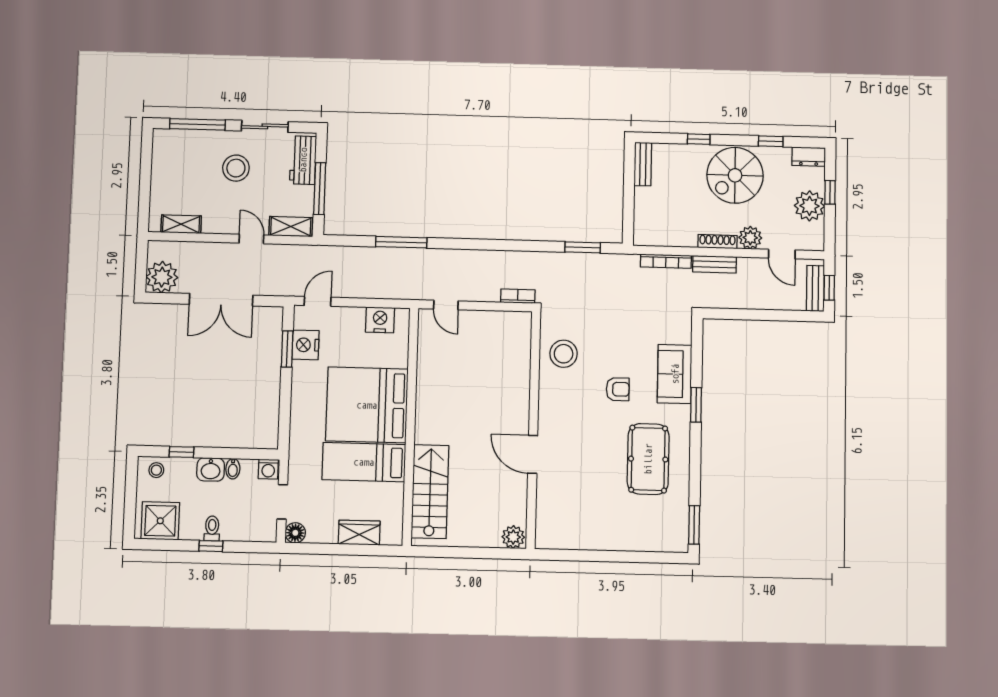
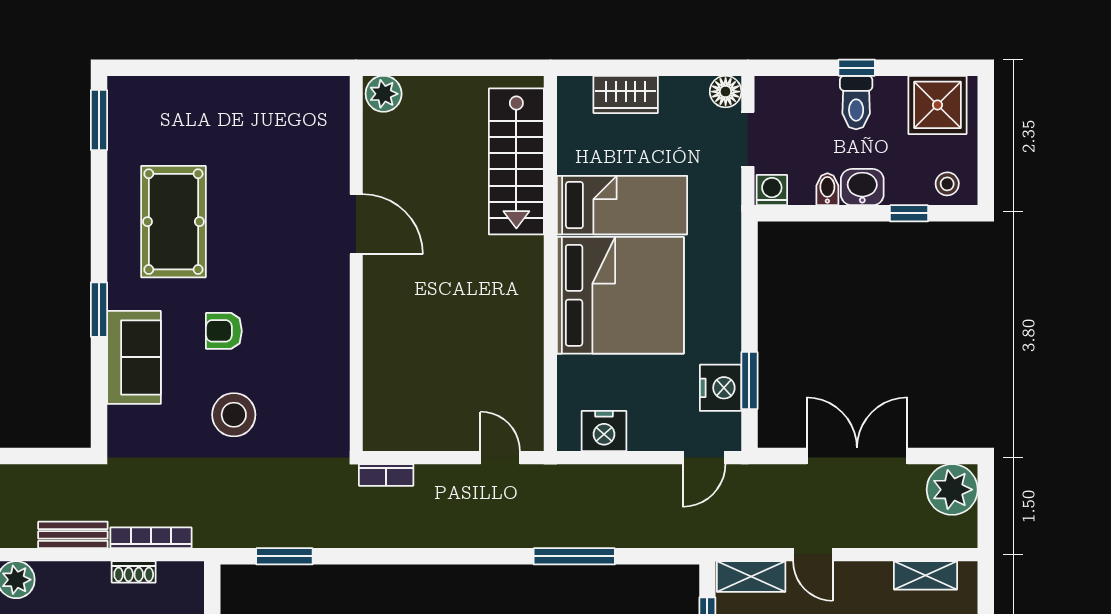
shoe rack: (717, 242) -> (134, 572), moved, width x0.70
stool: (564, 354) -> (234, 415), moved
toilet: (212, 528) -> (856, 103), width x1.37, depth x1.39

